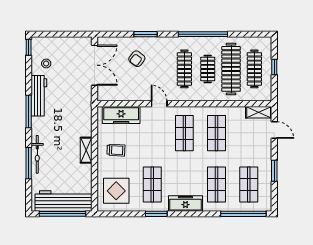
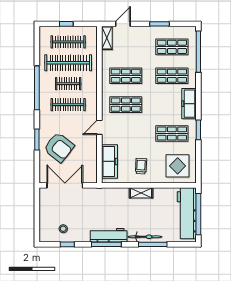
window: (29, 47) -> (67, 244), moved
armchair: (137, 59) -> (59, 147), width x1.88, depth x1.88
workbench: (39, 96) -> (109, 235), moved

